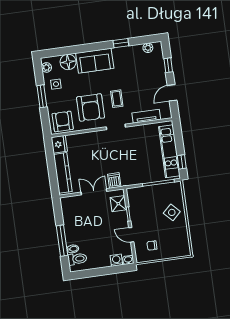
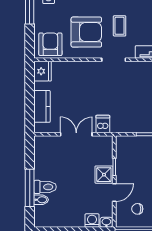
armchair: (91, 107) -> (86, 32), turned -90
kitchen counter: (63, 173) -> (42, 106), width x0.67
shower: (118, 204) -> (104, 175), moved
door: (131, 235) -> (114, 192), swing flipped
toilet: (77, 259) -> (45, 187), moved

